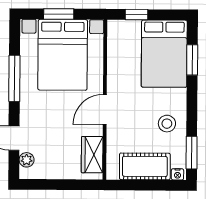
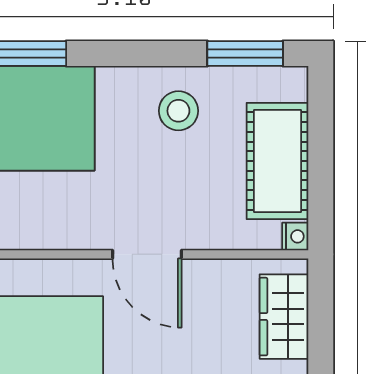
wardrobe: (92, 155) -> (284, 317), moved, turned 90
nightstand: (177, 174) -> (295, 236), moved

